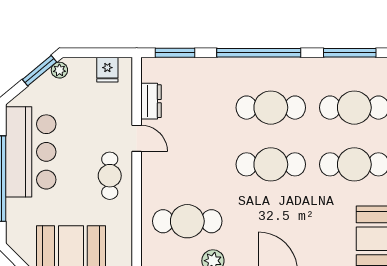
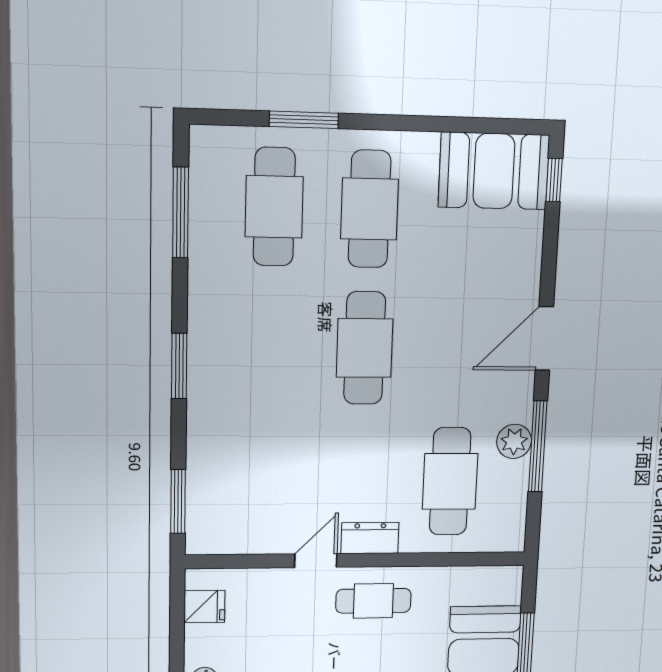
window: (259, 53) -> (179, 366), width x0.47
dresser: (151, 101) -> (370, 538), moved
cafe table: (271, 108) -> (271, 347), removed

